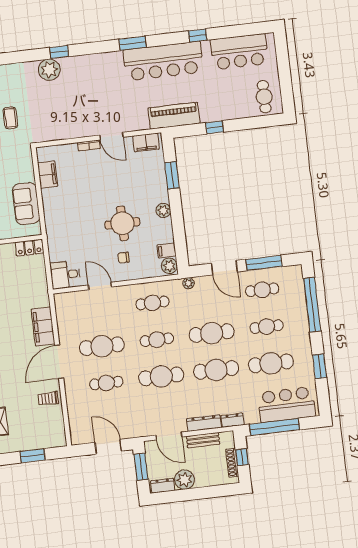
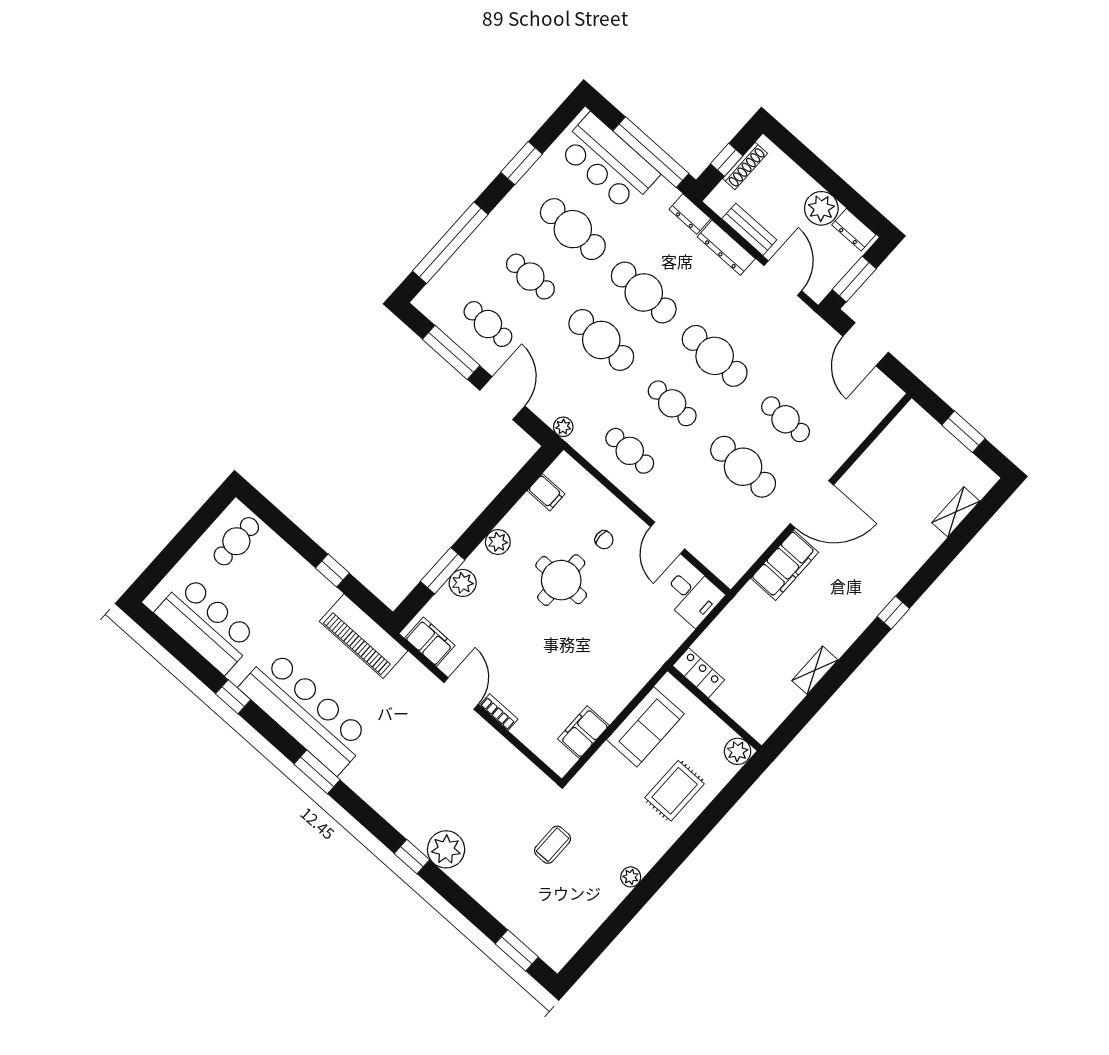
plant: (169, 266) -> (463, 583), moved
trolley: (48, 398) -> (872, 477), removed

